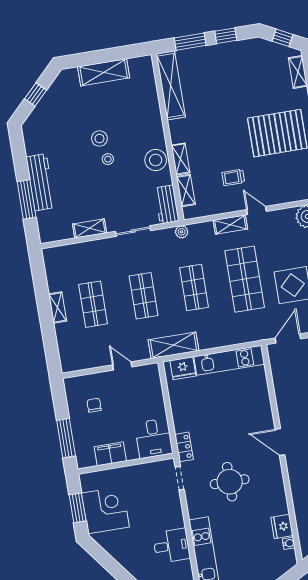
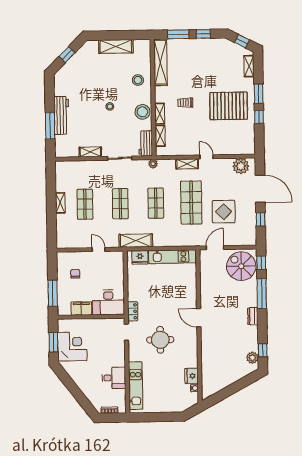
stool: (99, 139) -> (138, 80), moved
trolley: (233, 177) -> (185, 103), moved
desk: (154, 438) -> (108, 302), width x1.37

